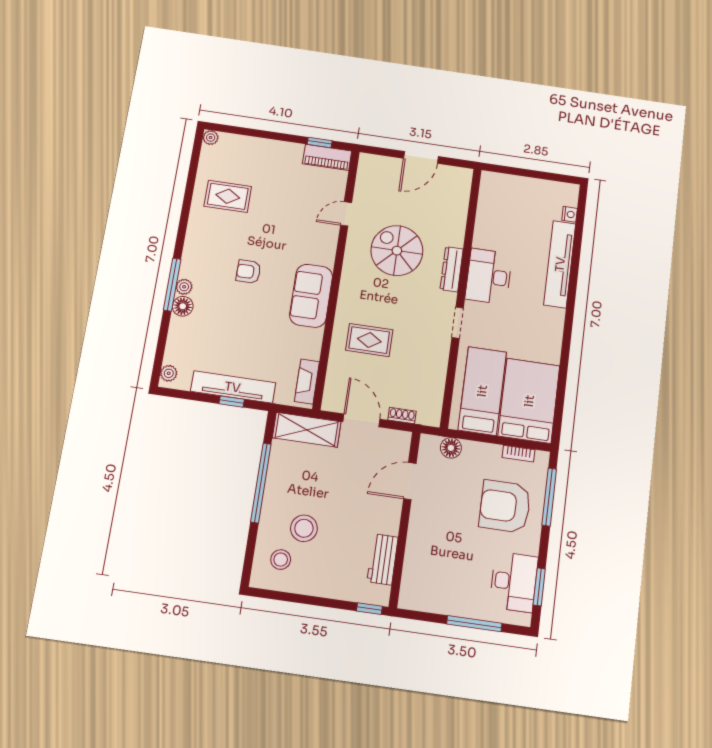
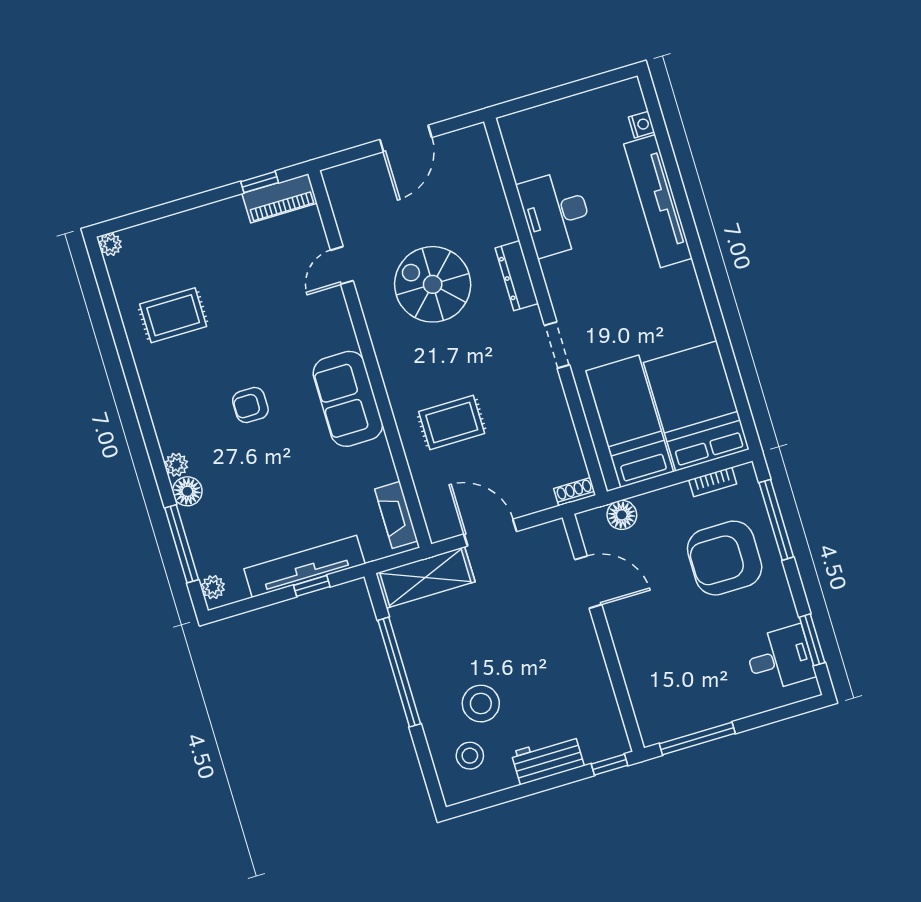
desk: (489, 277) -> (556, 213), moved
window: (172, 285) -> (182, 544), moved
shoe rack: (402, 416) -> (575, 492), moved
door: (410, 481) -> (588, 582), swing flipped
workbench: (383, 559) -> (548, 759), moved, turned 90
desk: (514, 582) -> (780, 658), width x0.73
window: (474, 624) -> (697, 739), moved

